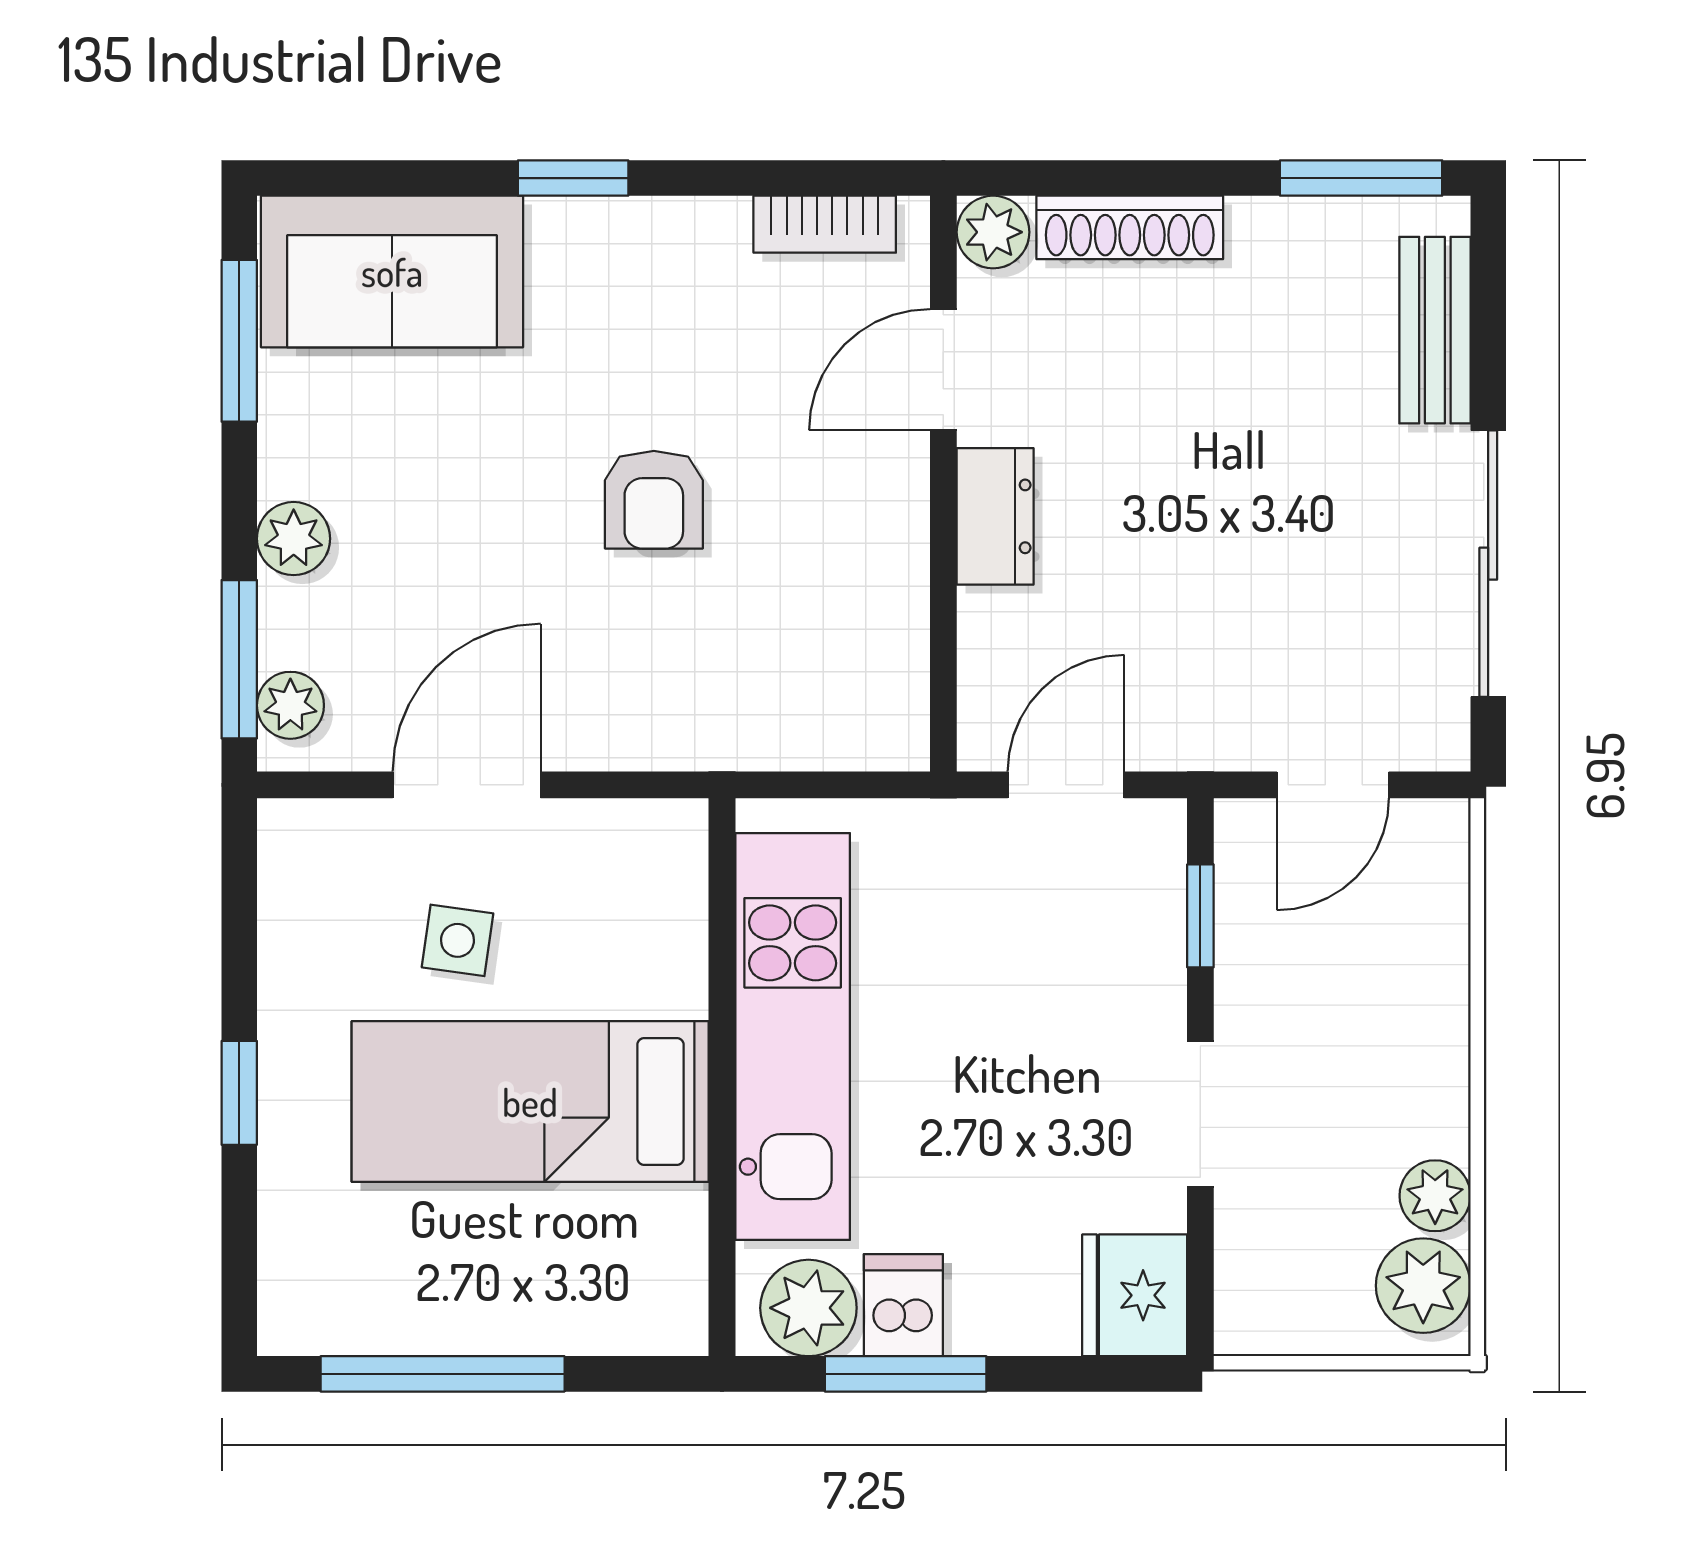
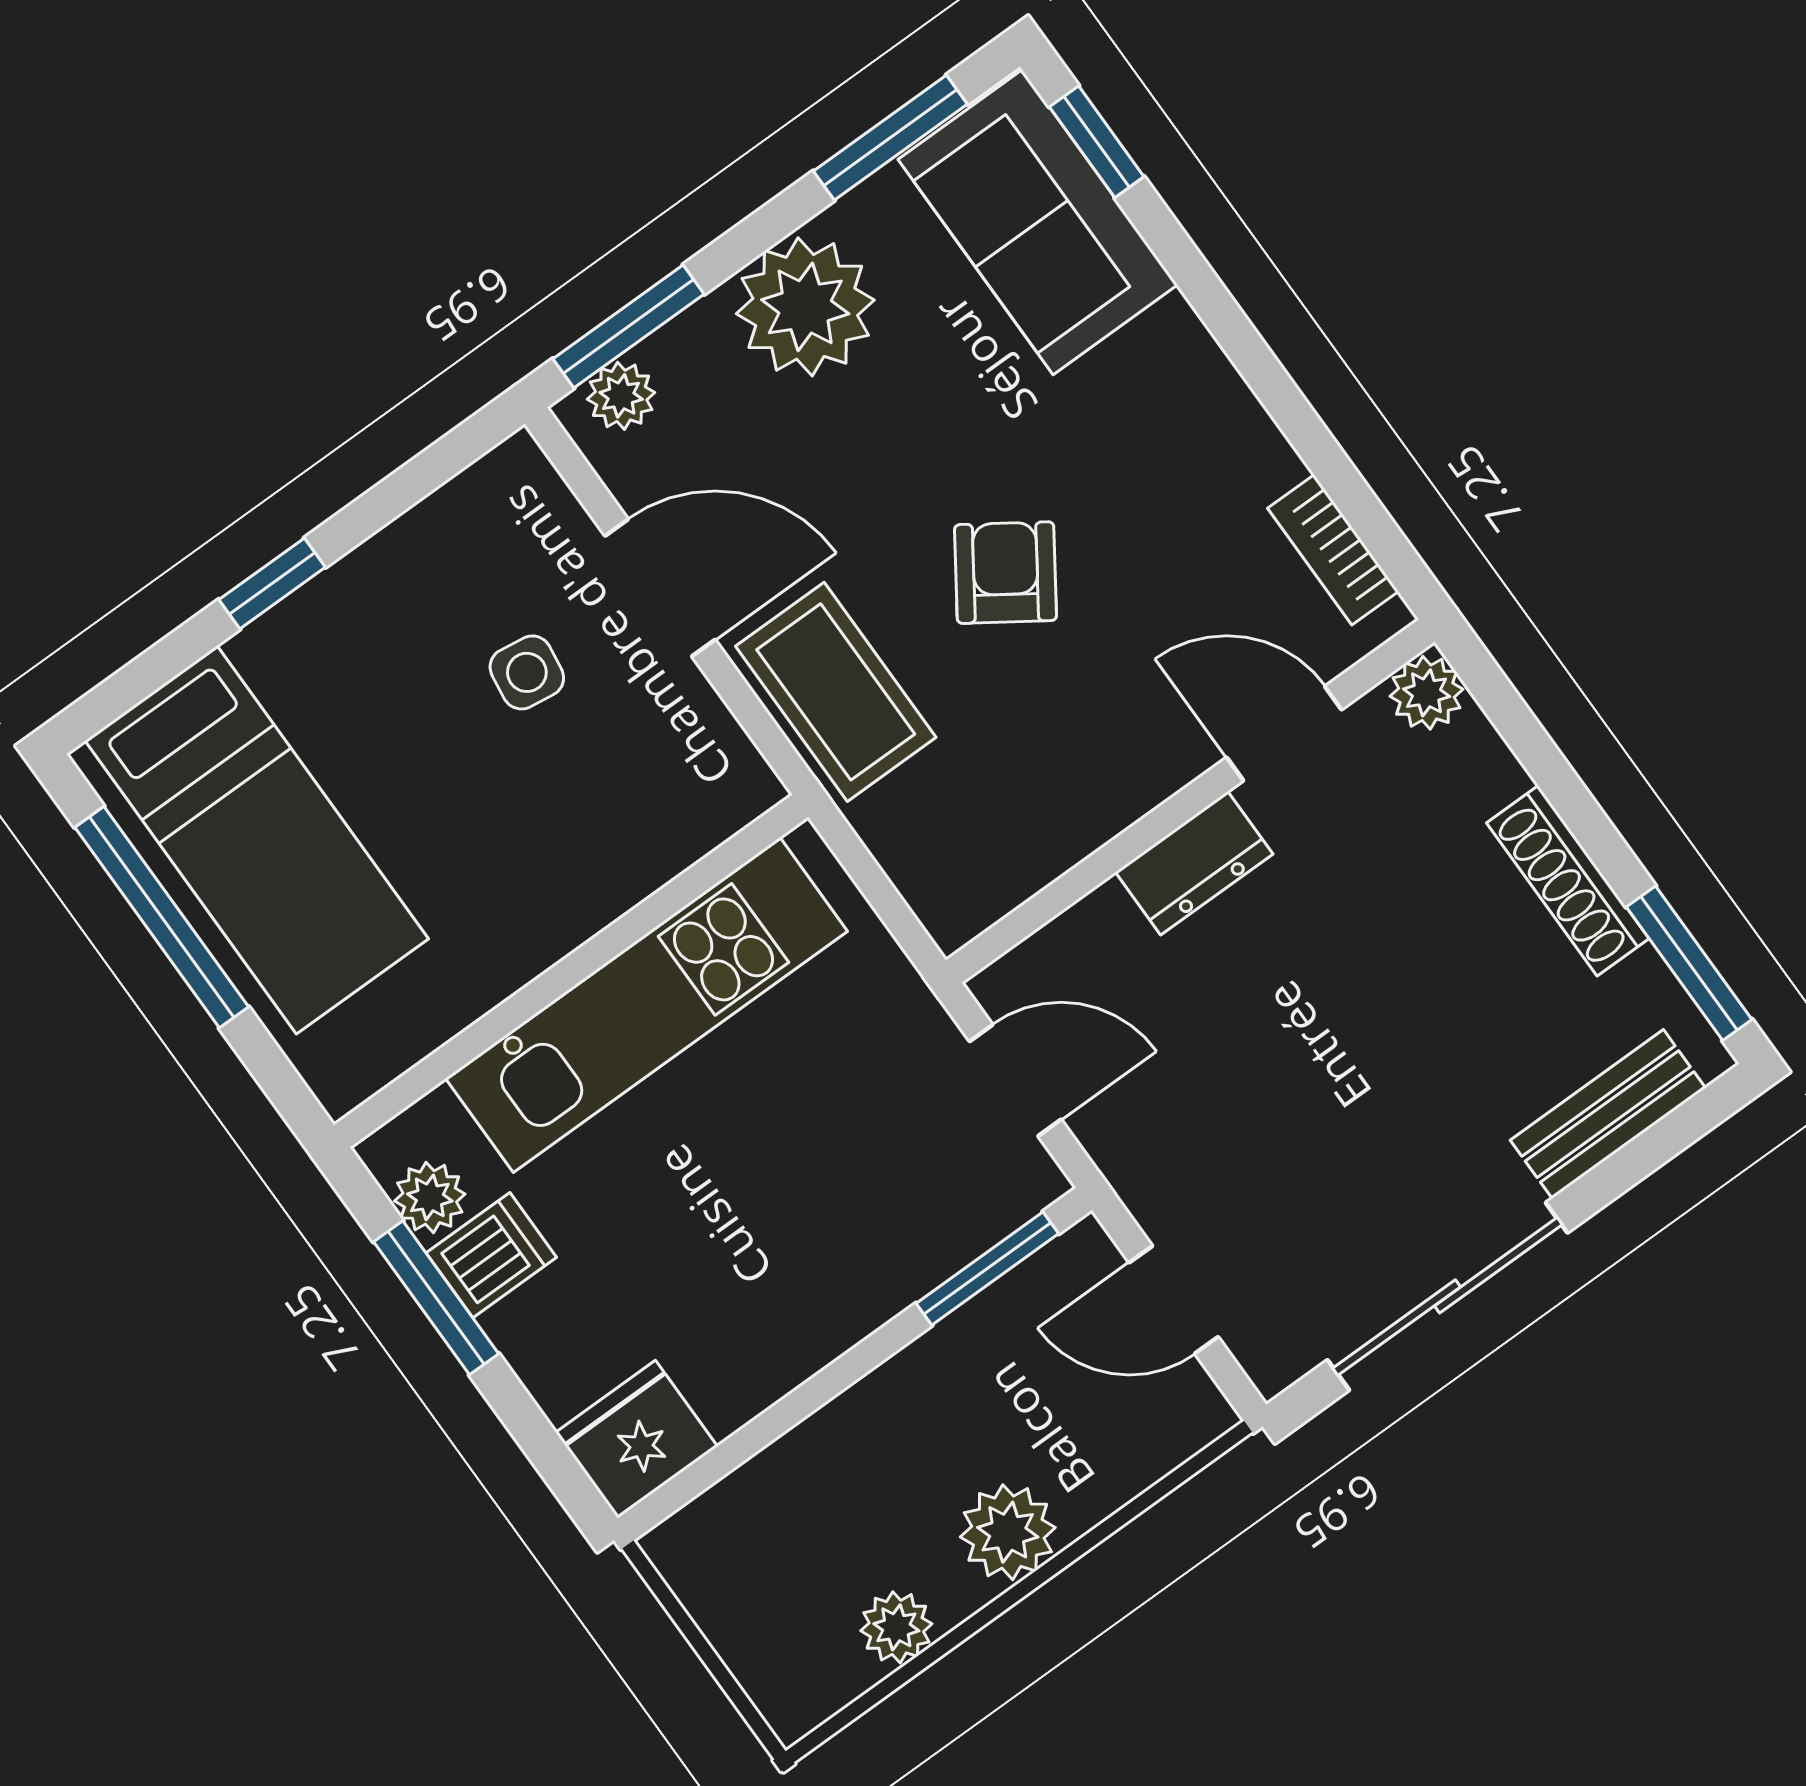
window: (573, 178) -> (1097, 142), moved
shoe rack: (1130, 227) -> (1568, 881), moved
armchair: (654, 500) -> (1005, 573), turned 124
plant: (294, 539) -> (805, 307), width x1.87, depth x1.87
coffee table: (651, 704) -> (836, 692), added
window: (1200, 916) -> (987, 1268), width x1.50
bed: (530, 1102) -> (257, 840), moved, turned 180
doorway: (1200, 1114) -> (824, 1386), removed
plant: (1423, 1286) -> (1008, 1532), moved
plant: (808, 1308) -> (430, 1197), width x0.73, depth x0.73

